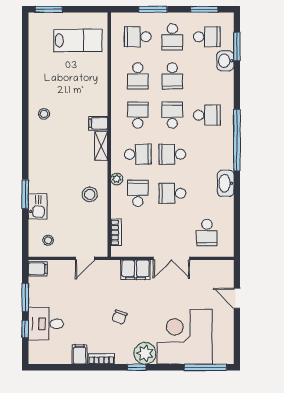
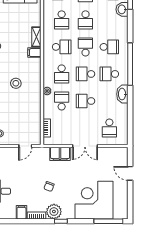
school desk: (138, 115) -> (62, 47), turned 90
shelving: (101, 146) -> (36, 37), moved
school desk: (138, 154) -> (62, 74), turned 90
school desk: (207, 154) -> (109, 74), added
stool: (90, 194) -> (16, 83), moved
plant: (145, 353) -> (54, 212), moved

